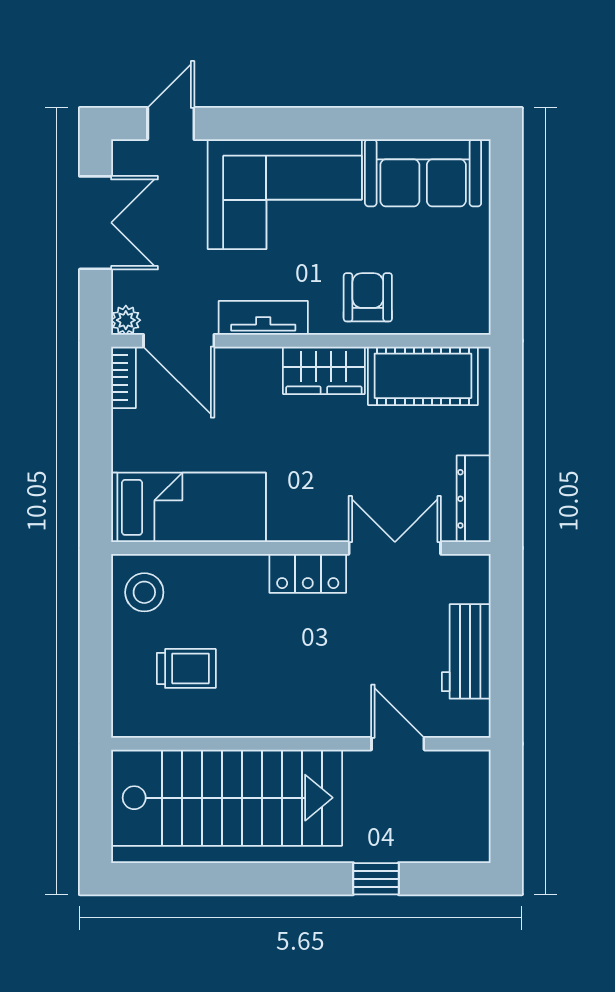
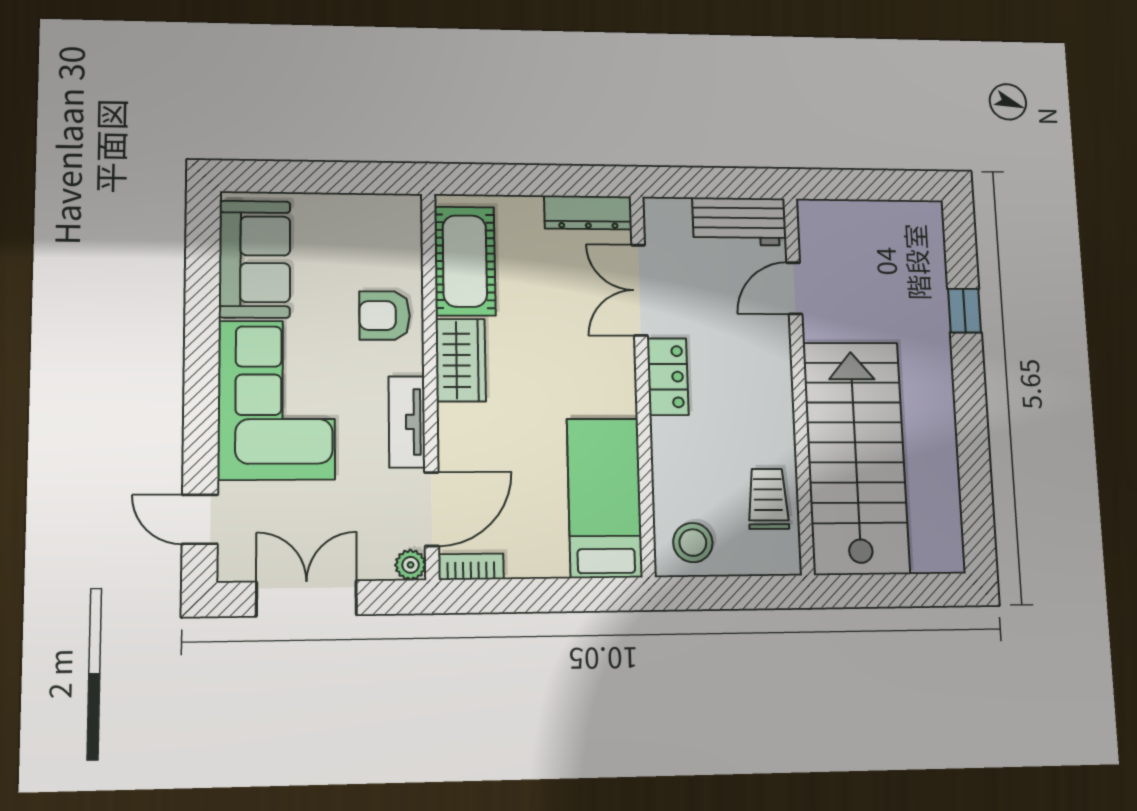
wall: (301, 744) -> (799, 384), moved
door: (398, 744) -> (794, 288), moved
stairs: (227, 798) -> (856, 458), moved

